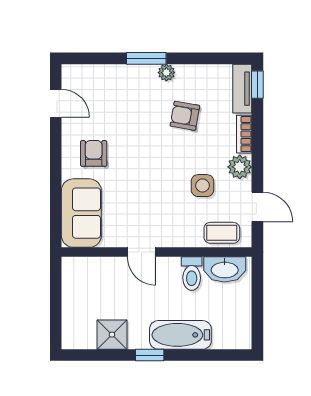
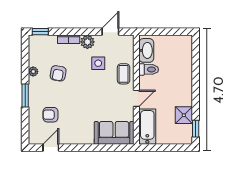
plant: (166, 73) -> (33, 72), moved
tv unit: (242, 89) -> (42, 40), removed
armchair: (94, 153) -> (50, 115), moved
coffee table: (222, 233) -> (124, 74), moved
bathtub: (180, 335) -> (147, 127), moved, turned 180
window: (150, 355) -> (196, 129), moved

